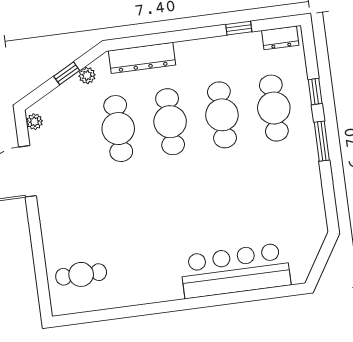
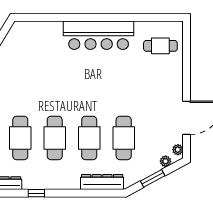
window: (67, 73) -> (153, 178), width x1.50
plant: (87, 75) -> (166, 161), moved
bar counter: (235, 270) -> (99, 35), moved

